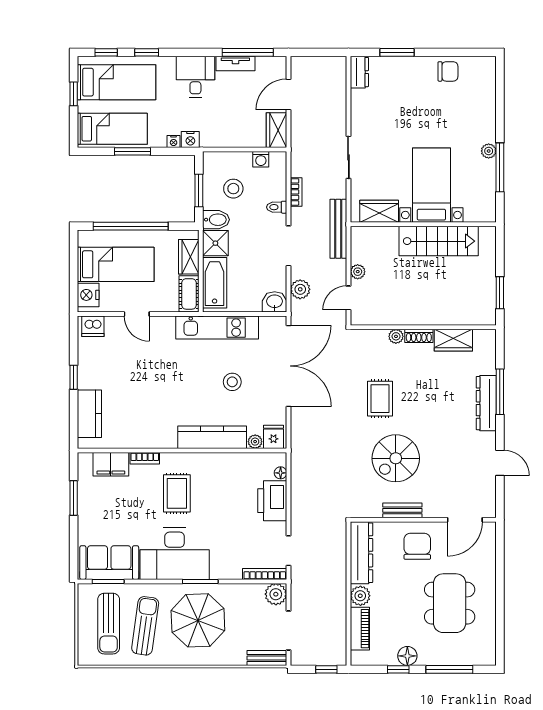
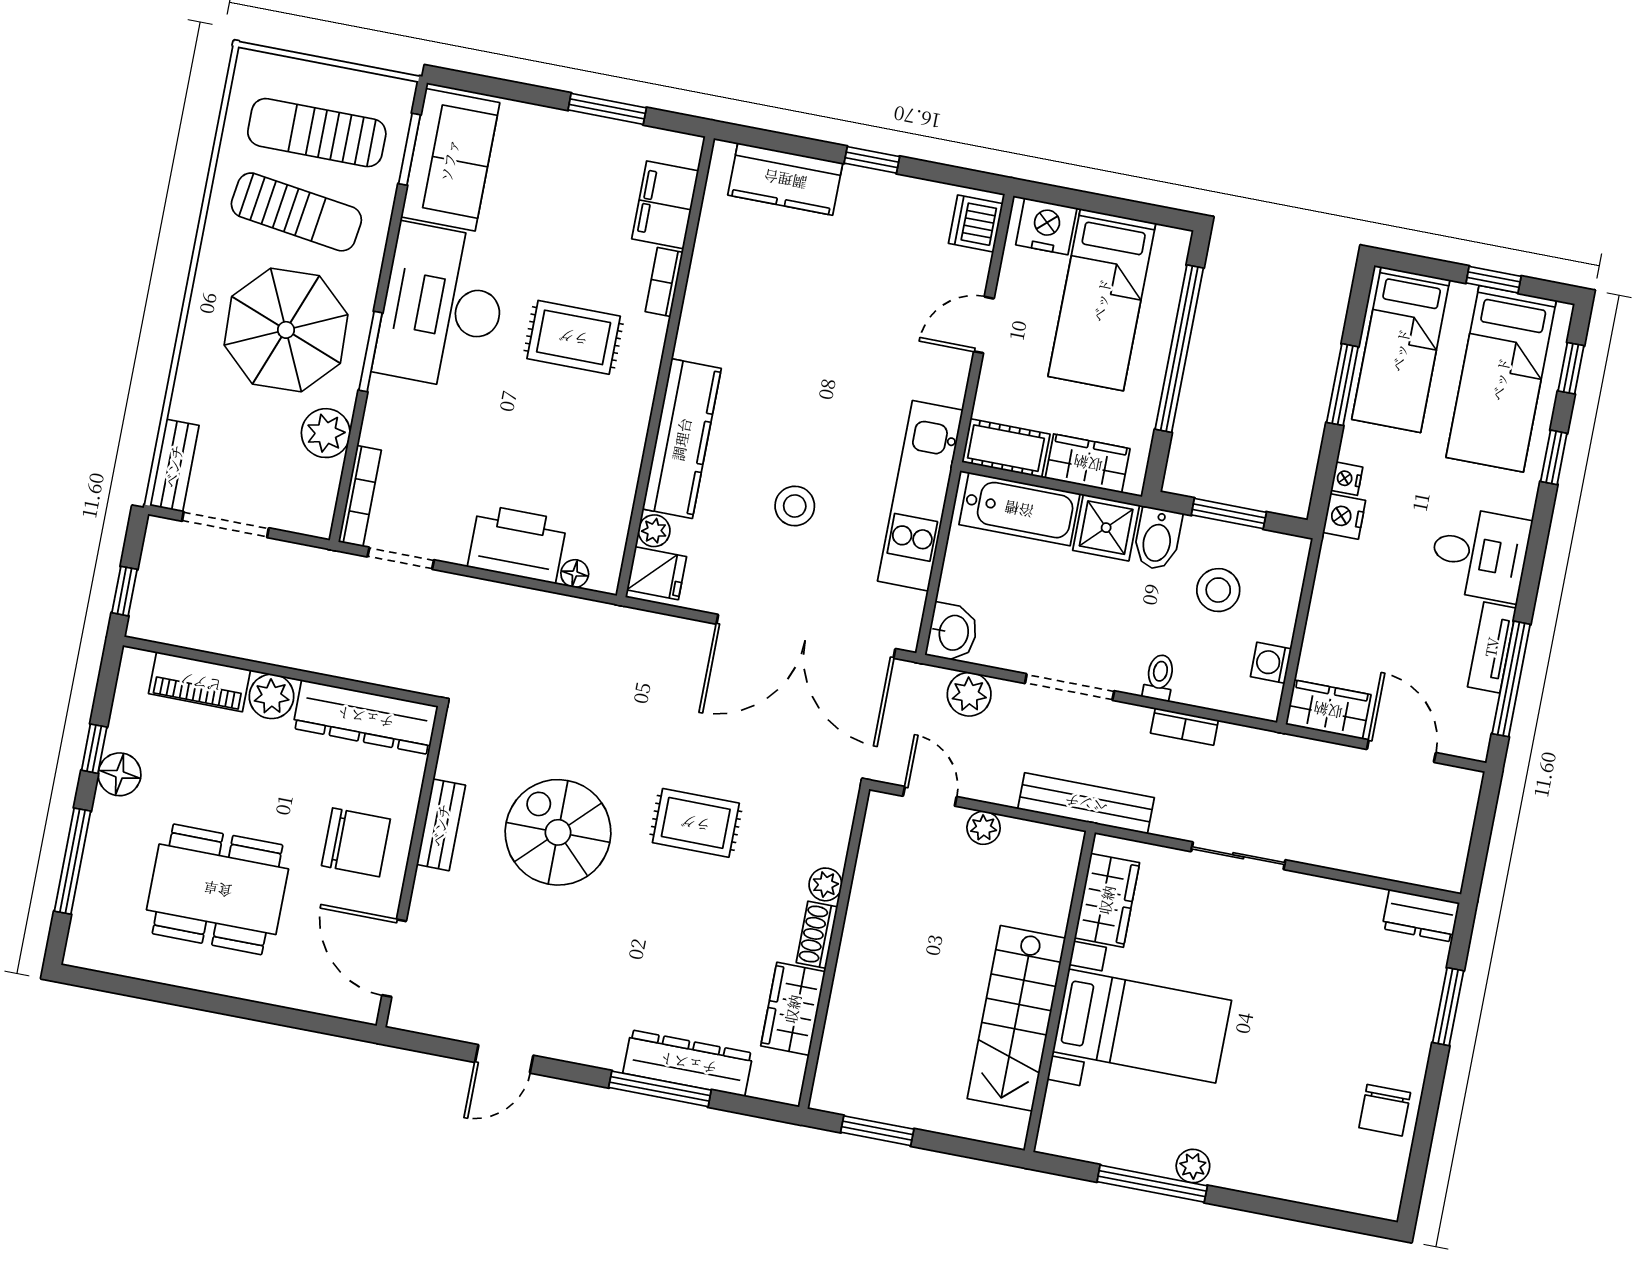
dresser: (486, 403) -> (688, 1063), moved
plant: (276, 594) -> (326, 433), moved

